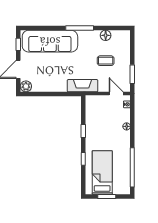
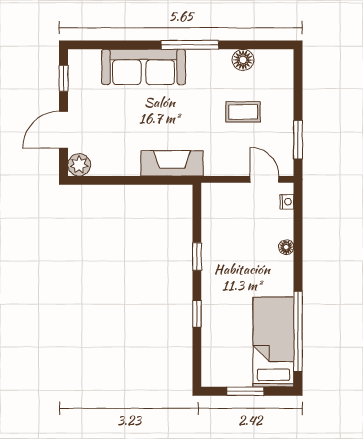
sofa: (50, 41) -> (144, 67), width x0.74, depth x0.79
fireplace: (82, 86) -> (172, 163), moved
bed: (102, 172) -> (273, 342), moved

